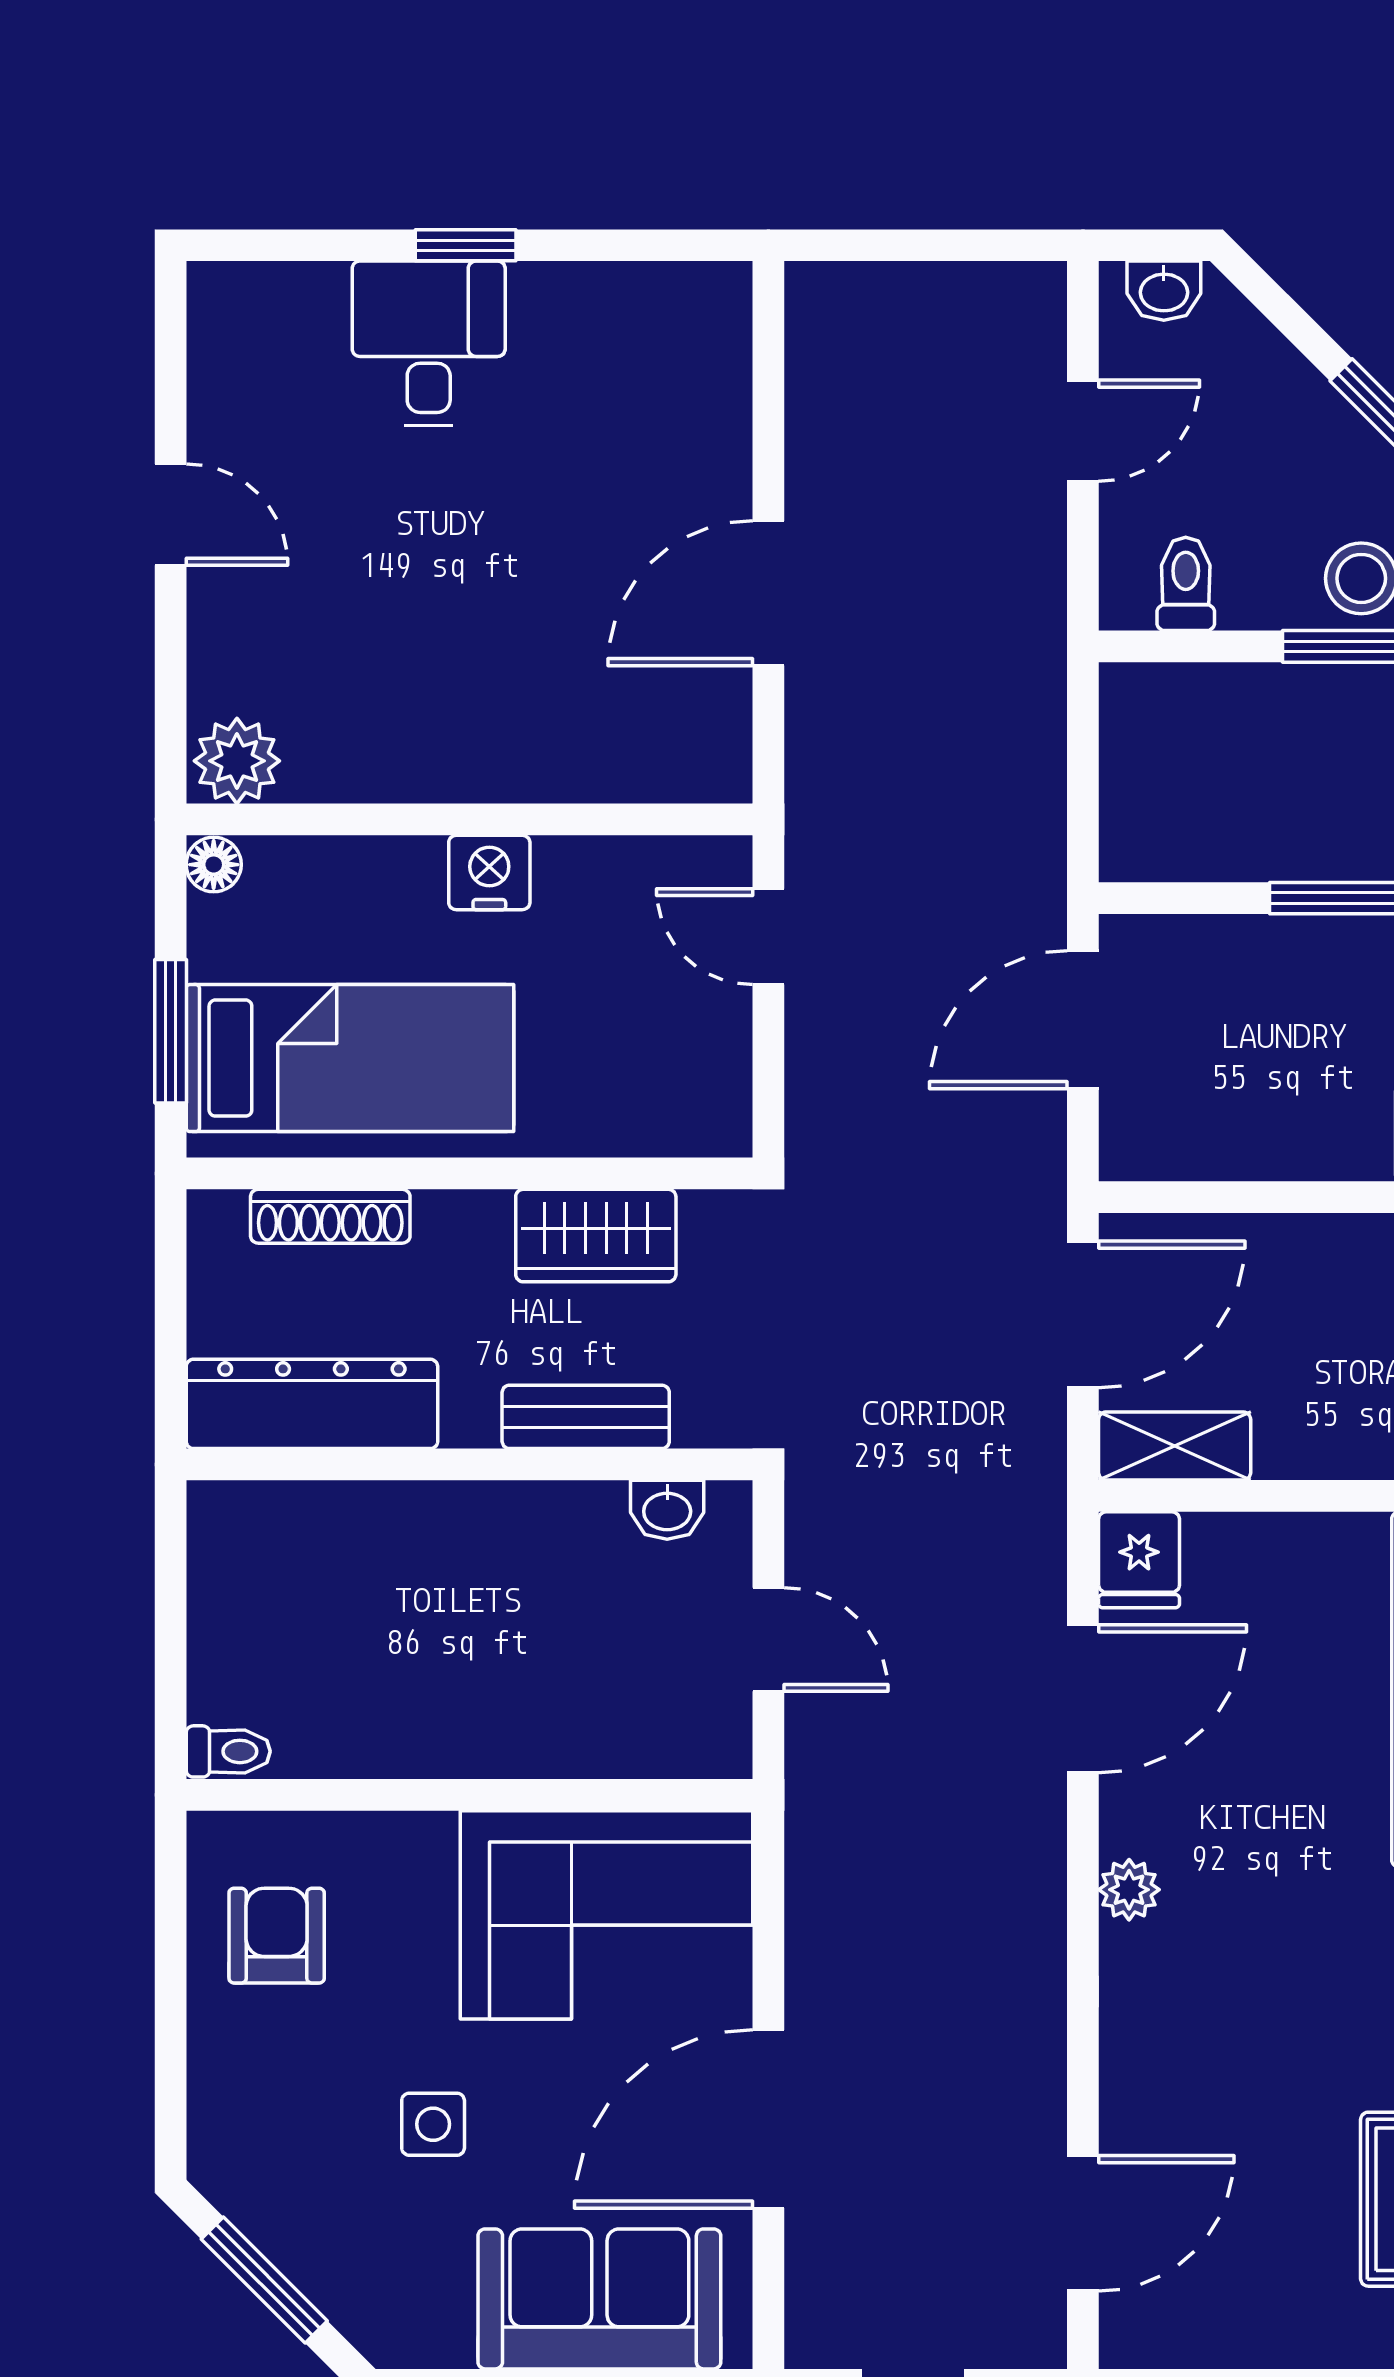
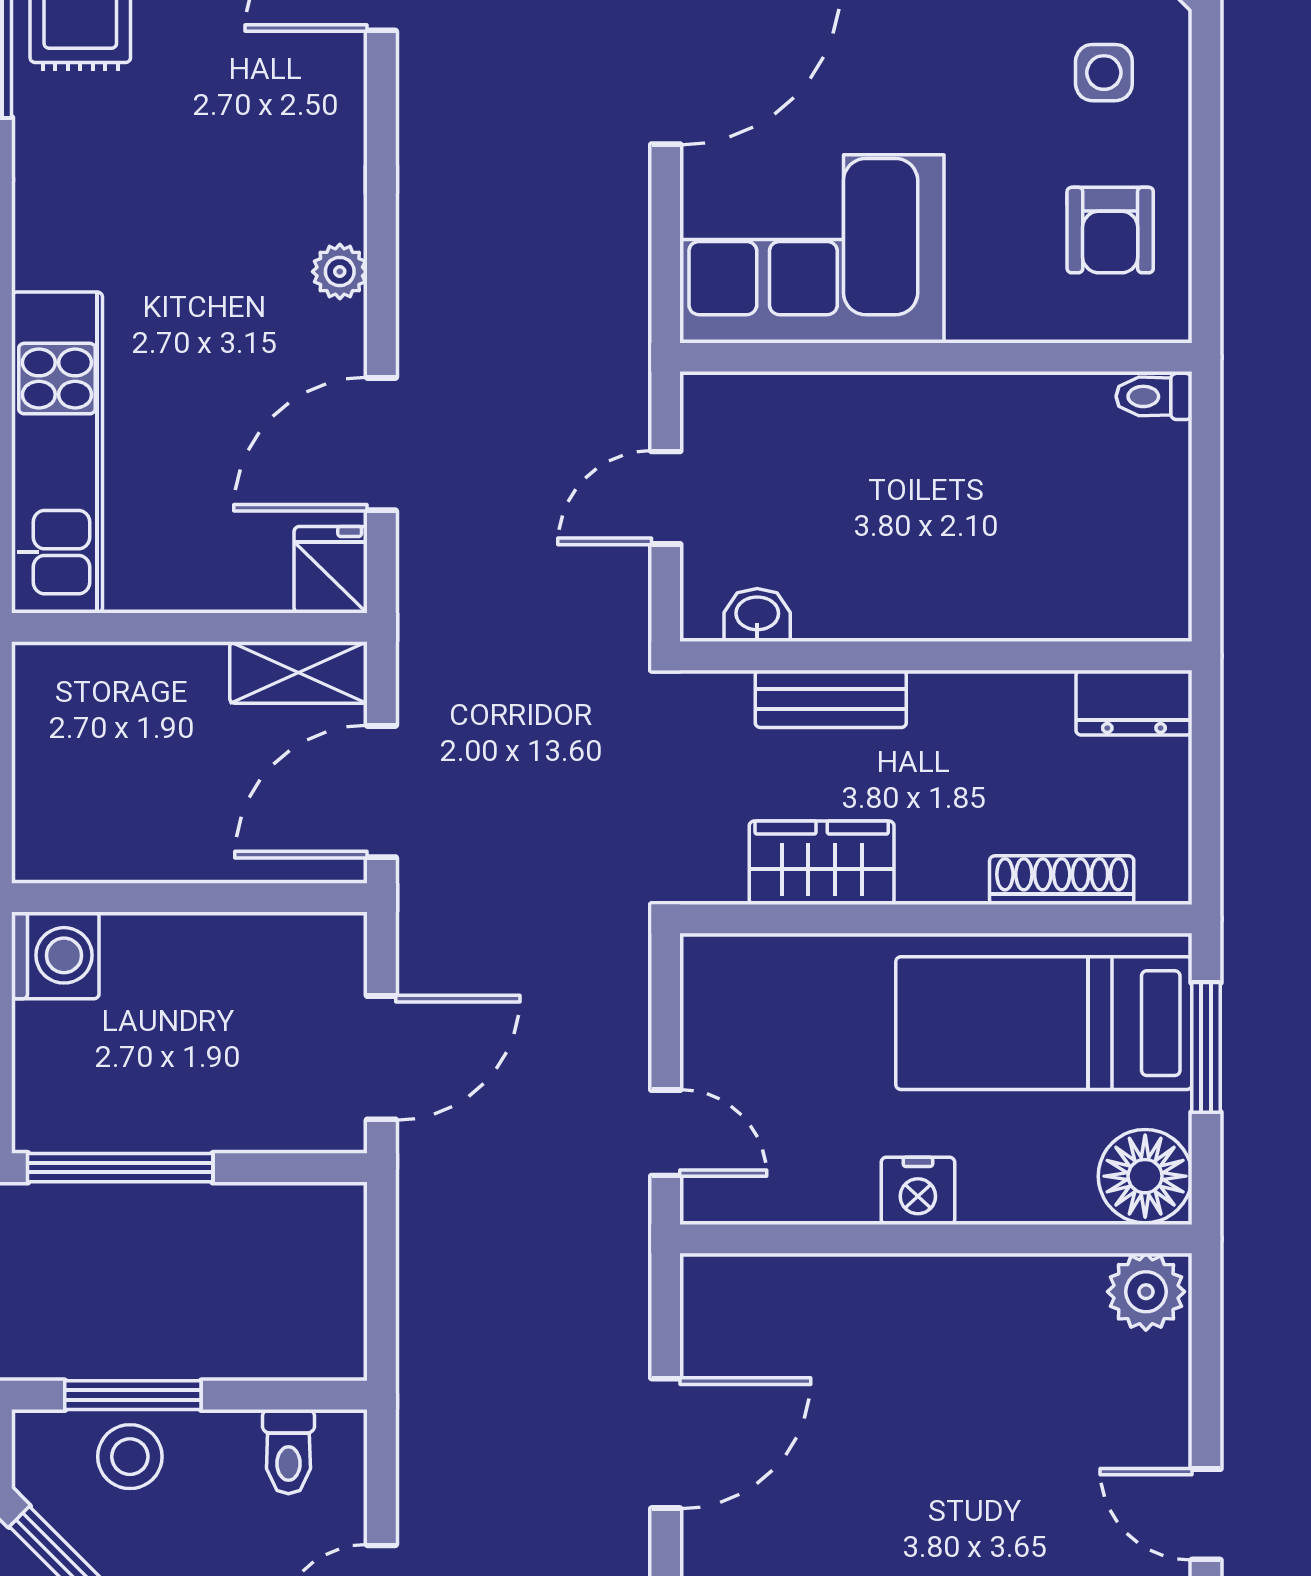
floor lamp: (214, 865) -> (1145, 1176), width x1.89, depth x1.89
dresser: (312, 1404) -> (1134, 703), width x0.51, depth x0.80
door: (768, 1640) -> (666, 498), hinge flipped
side table: (433, 2124) -> (1104, 73), moved

